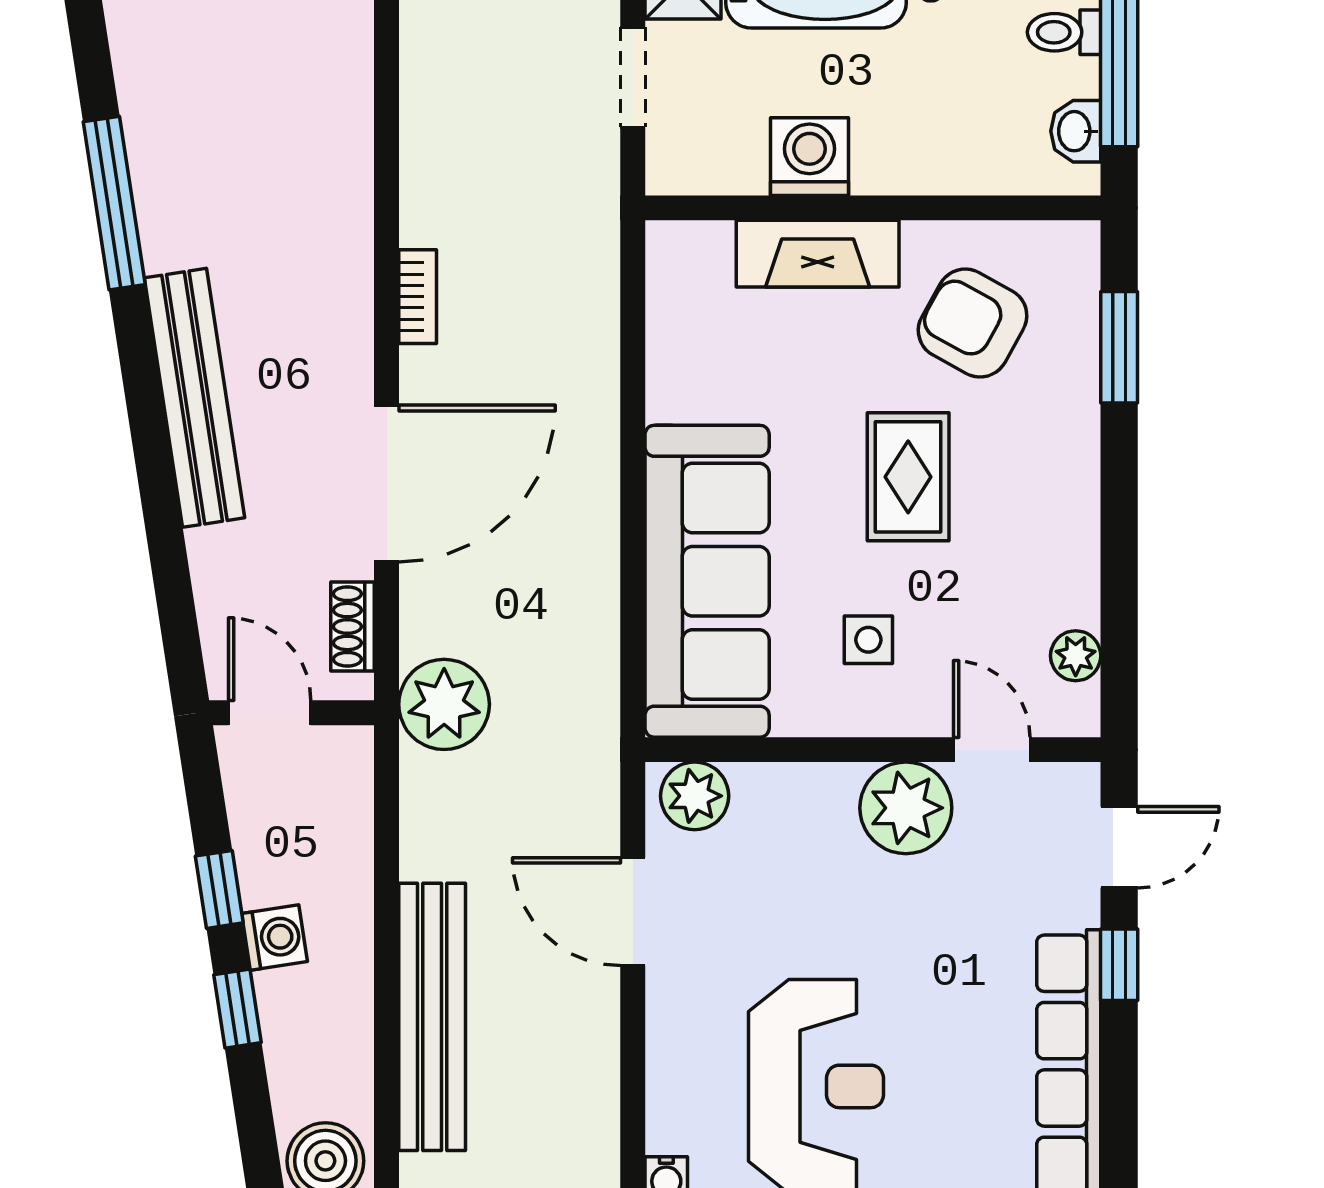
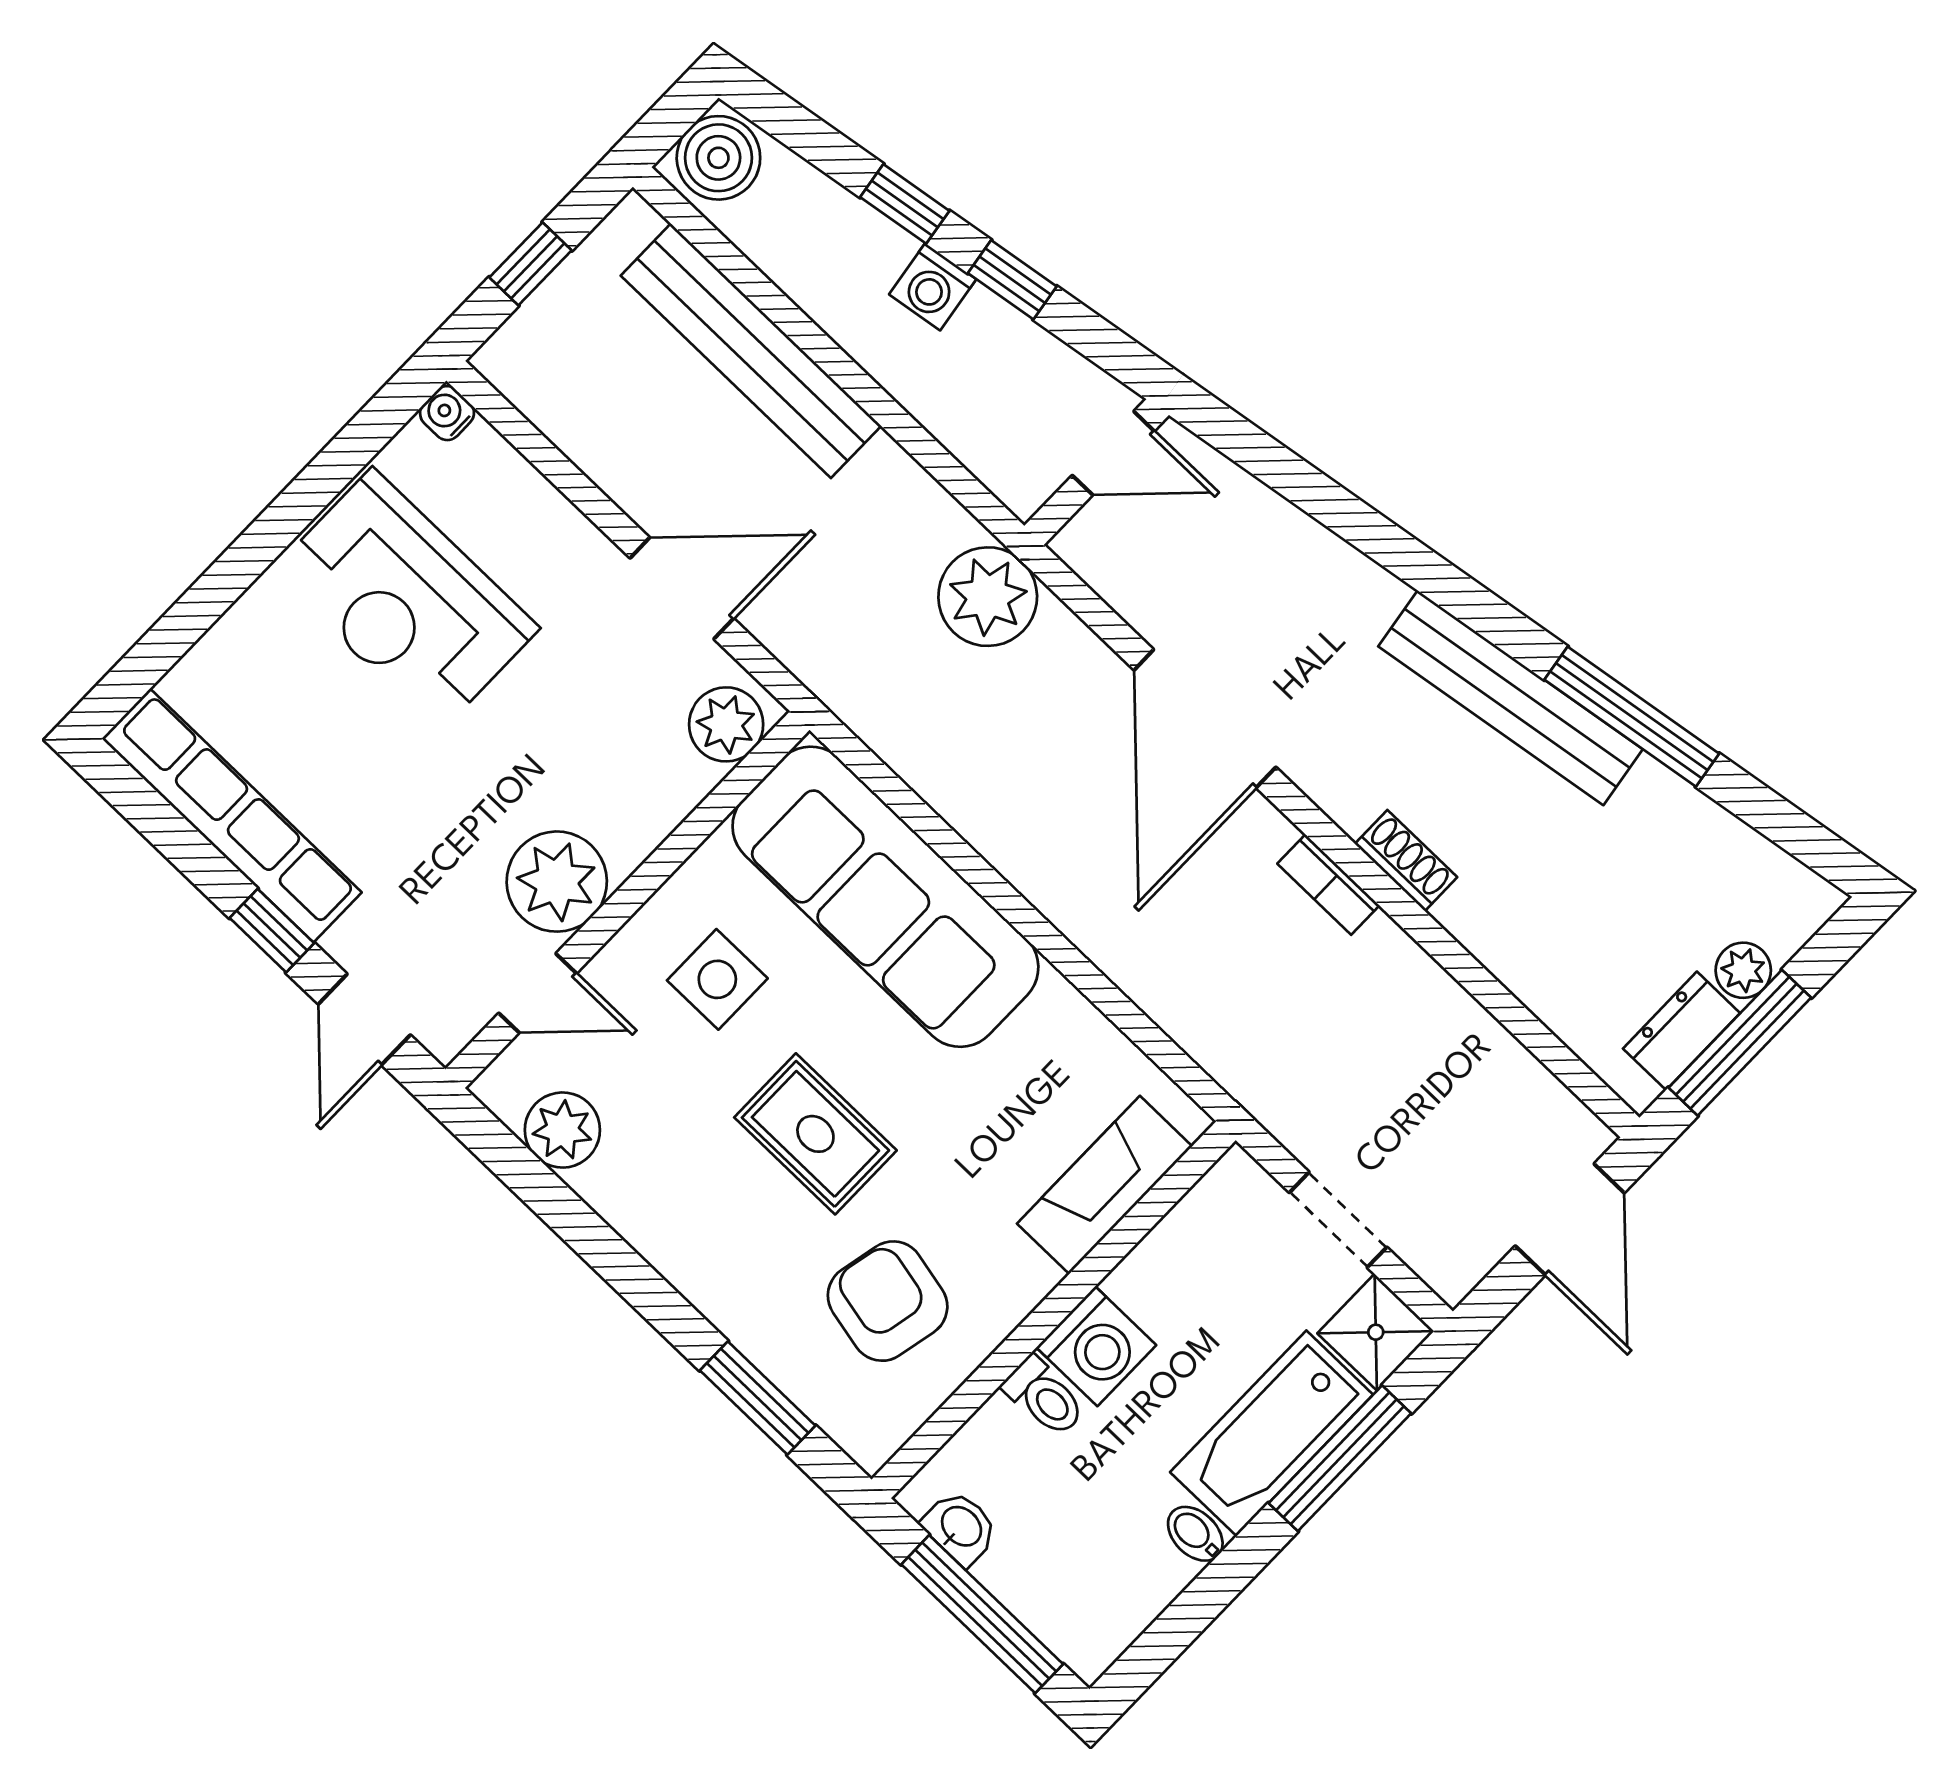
toilet: (1064, 32) -> (1044, 1397), moved, turned 90
washing machine: (810, 157) -> (1096, 1346), moved
fireplace: (818, 254) -> (1105, 1185), moved
armchair: (973, 323) -> (888, 1301), turned -107
bench: (194, 398) -> (1511, 698), moved
shoe rack: (353, 626) -> (1406, 861), moved
side table: (868, 640) -> (717, 979), width x1.37, depth x1.37
plant: (1076, 656) -> (562, 1130), width x1.38, depth x1.38

